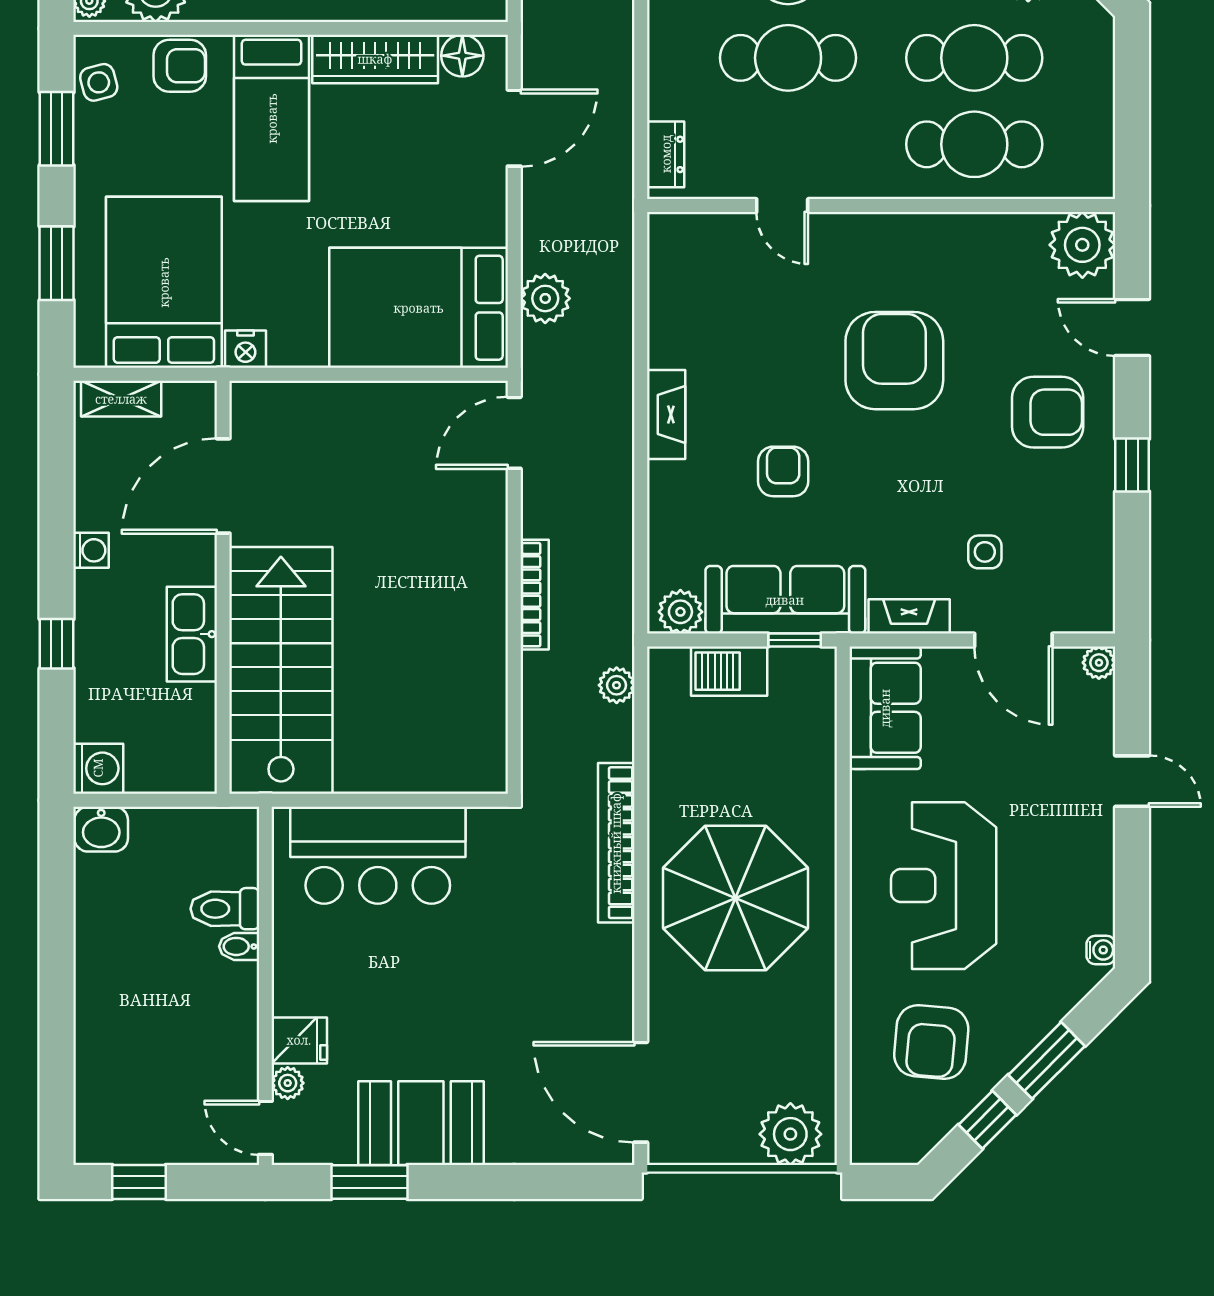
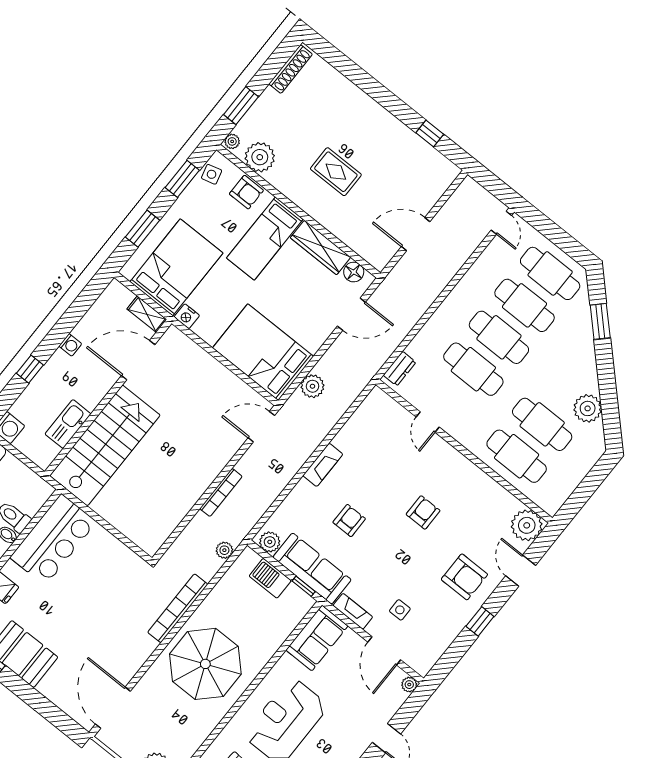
armchair: (894, 361) -> (423, 512), width x0.53, depth x0.53
shelving: (121, 399) -> (147, 314), moved
kitchen sink: (192, 634) -> (68, 424), moved
bar counter: (378, 855) -> (53, 540), moved, turned -90

